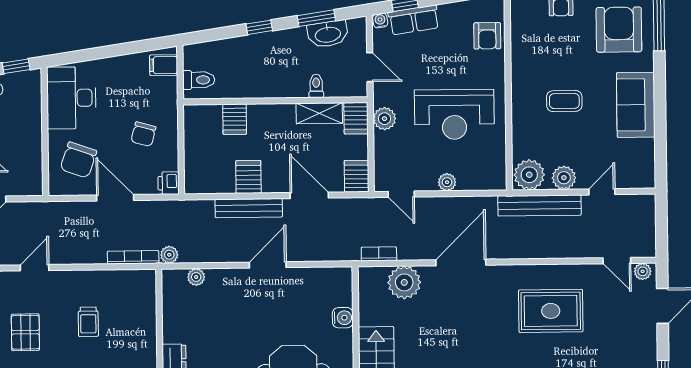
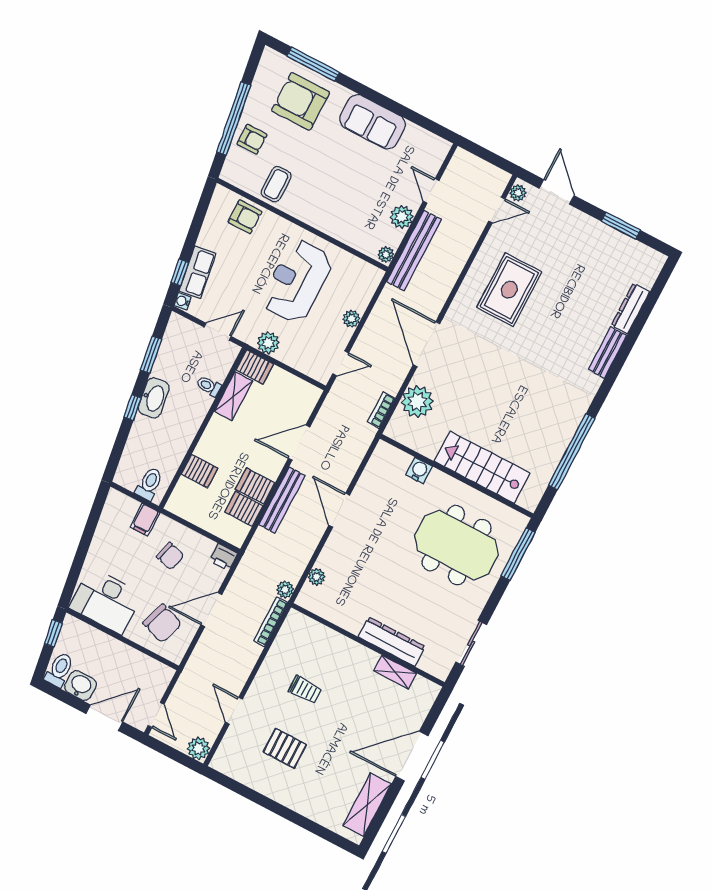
washbasin: (328, 34) -> (154, 398), moved
filing cabinet: (164, 65) -> (145, 520), moved
coffee table: (564, 101) -> (276, 184), moved
reception desk: (454, 114) -> (297, 281), turned 180
plant: (529, 175) -> (386, 254), width x0.53, depth x0.53
server rack: (356, 176) -> (244, 509), moved

